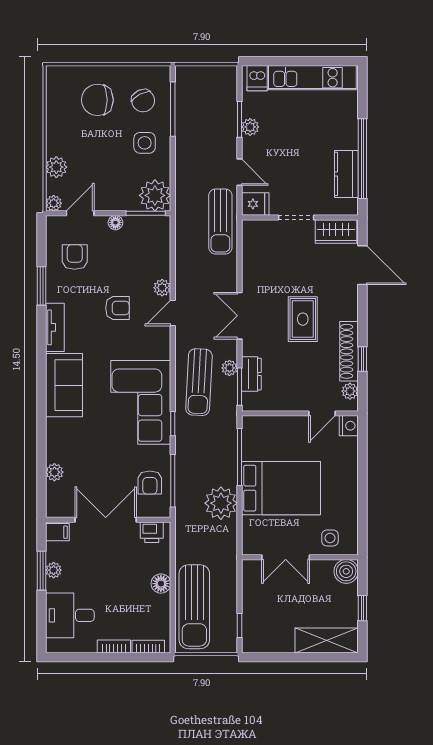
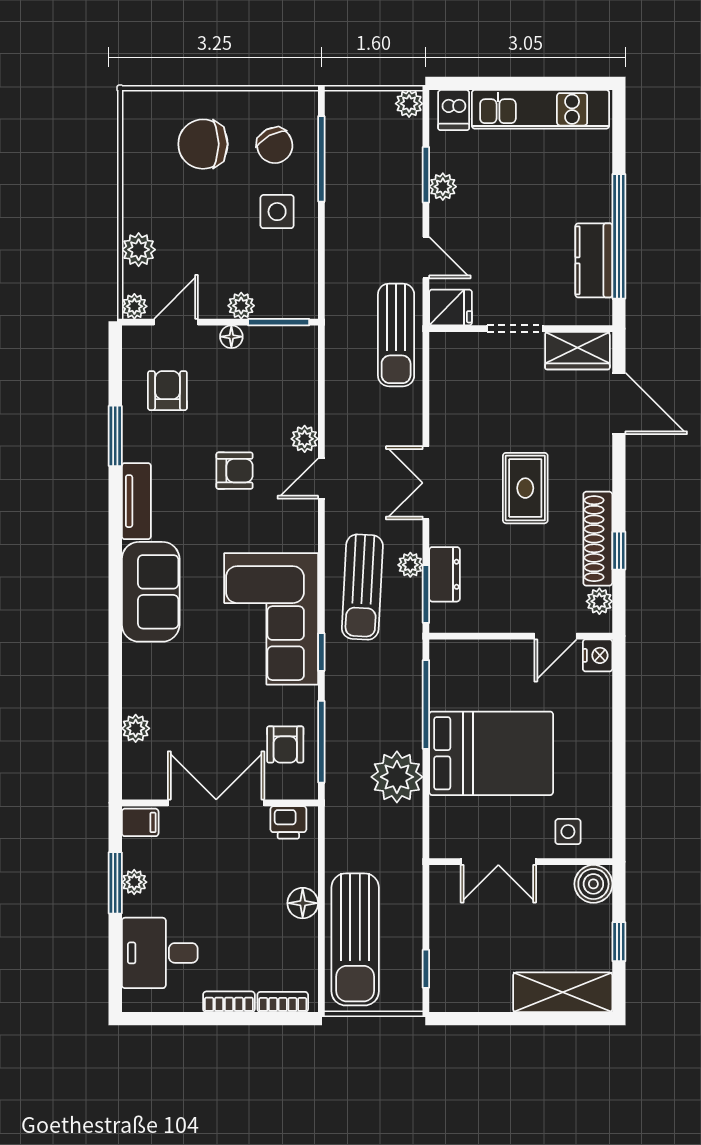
plant: (229, 74) -> (409, 104), added
plant: (155, 195) -> (241, 306), moved, width x0.53, depth x0.53

